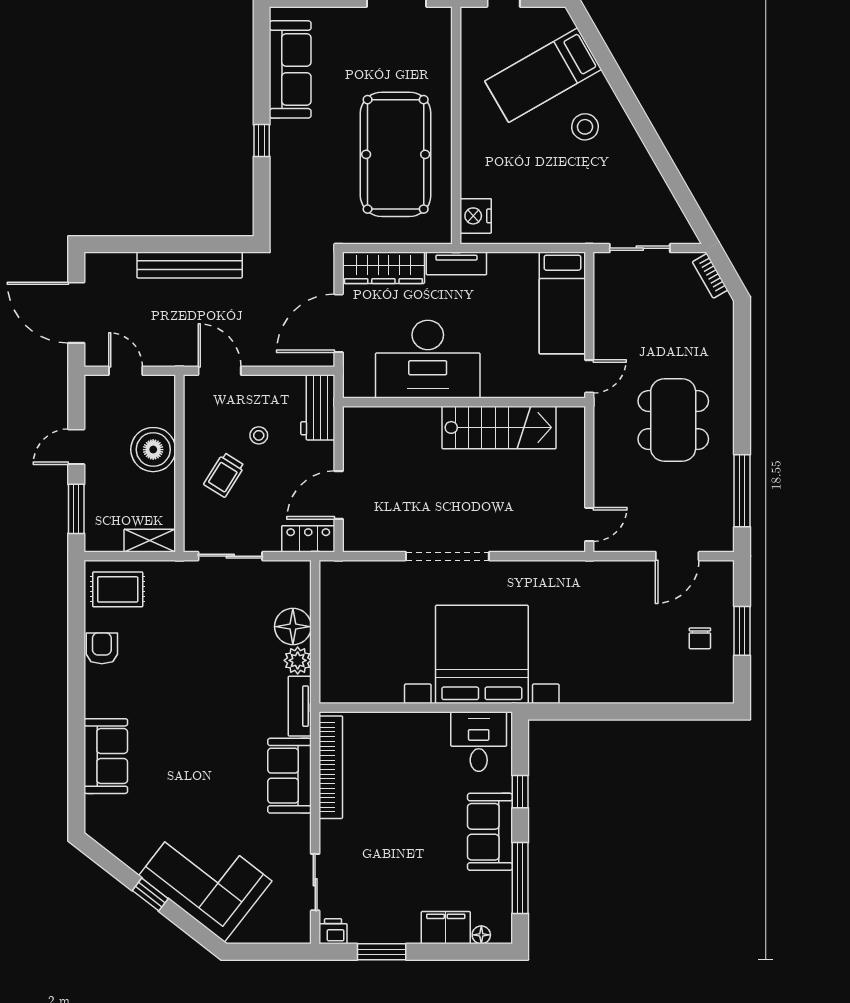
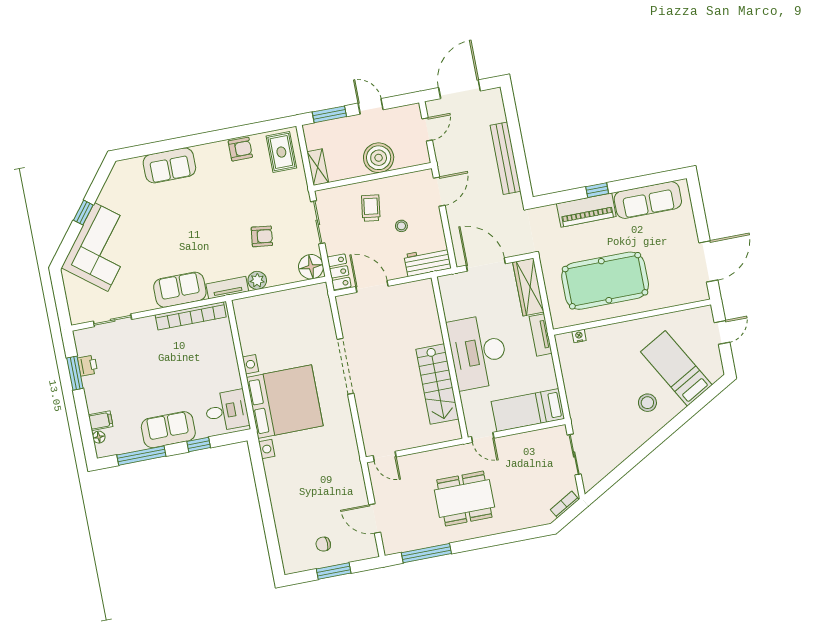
piano: (288, 162) -> (586, 210), added
nightstand: (476, 216) -> (579, 336), width x0.53, depth x0.56
desk: (428, 359) -> (478, 352), moved
trolley: (224, 475) -> (371, 208), turned 66
floor lamp: (293, 627) -> (311, 267), moved
armchair: (235, 641) -> (262, 236), added
filing cabinet: (446, 928) -> (101, 421), width x0.50
printer: (333, 931) -> (88, 365), moved

